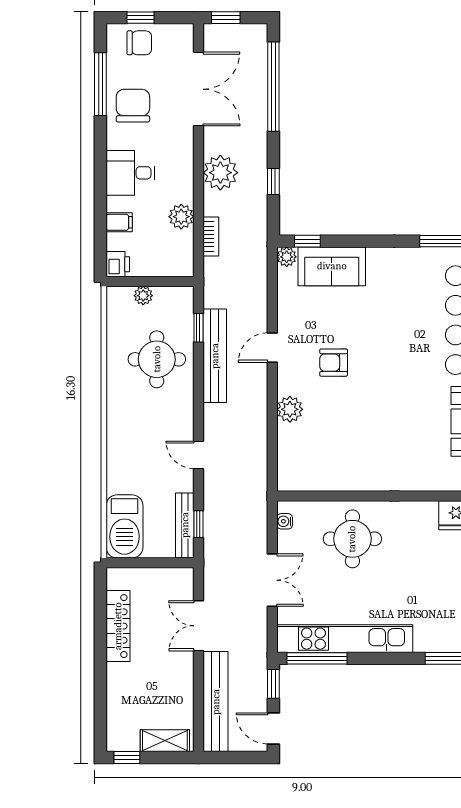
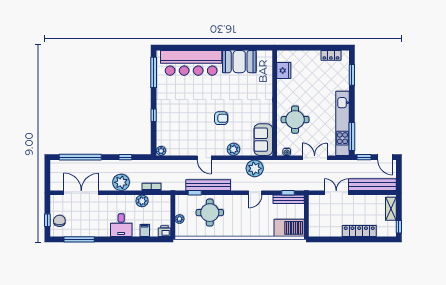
window: (226, 18) -> (47, 180), removed
chair: (133, 106) -> (89, 224), removed
window: (307, 241) -> (154, 115), moved
sofa: (332, 266) -> (263, 140), moved, turned 180
armchair: (334, 363) -> (221, 118), moved, turned -90
plant: (250, 454) -> (255, 168), added
locker: (118, 626) -> (359, 231), moved
double door: (198, 626) -> (336, 193), swing flipped
door: (273, 728) -> (385, 157), hinge flipped

